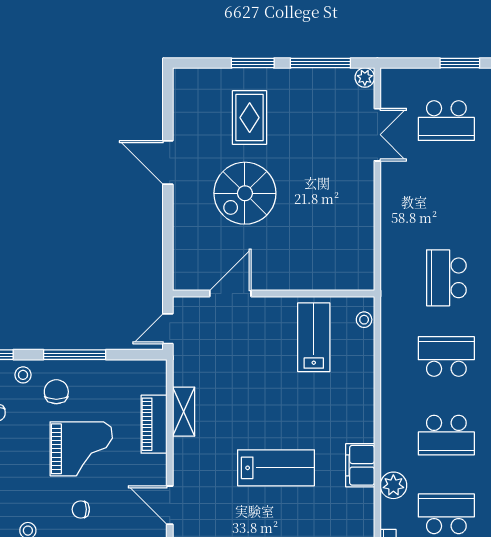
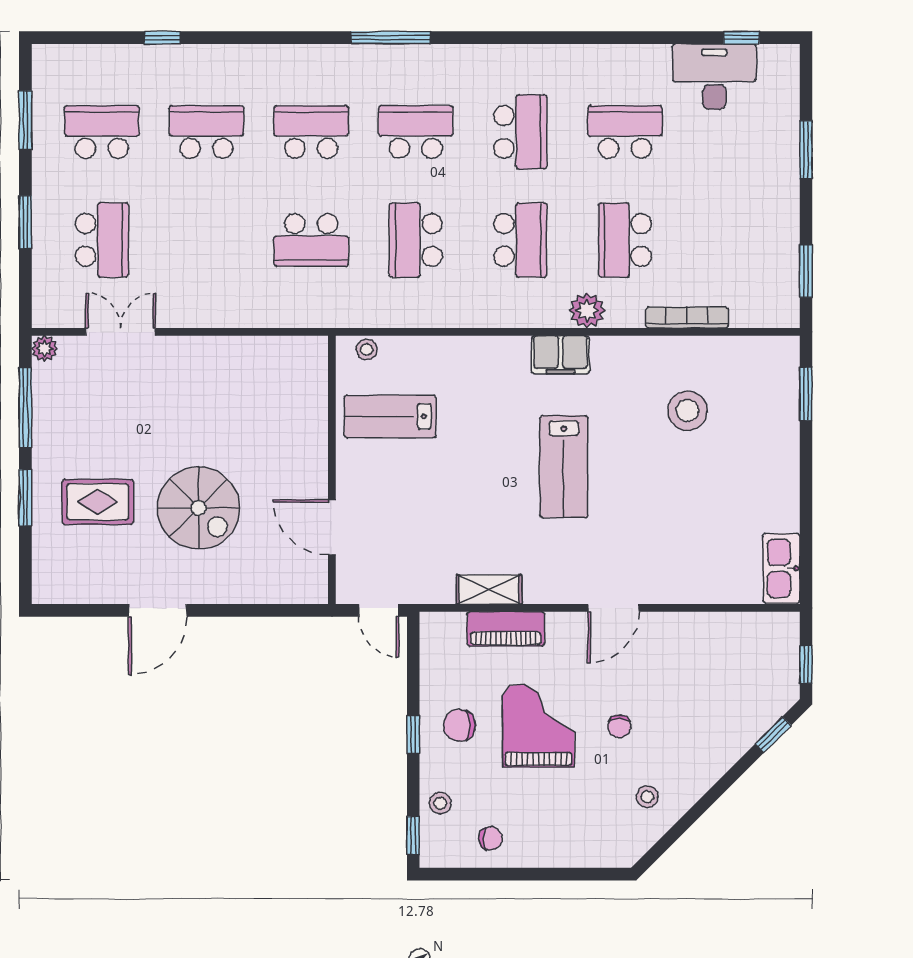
window: (75, 355) -> (413, 734), width x0.46
chair: (56, 392) -> (459, 725), moved
lab bench: (276, 468) -> (564, 467), turned 180

